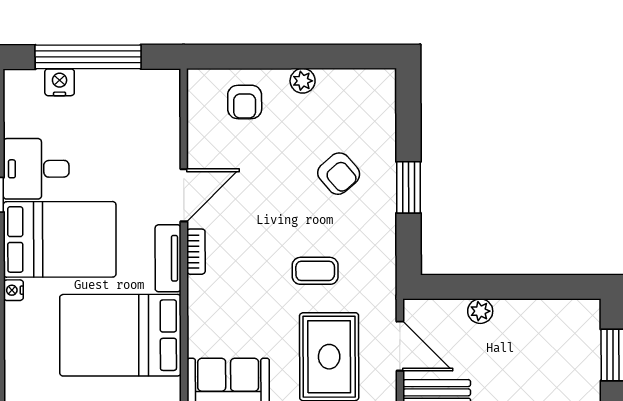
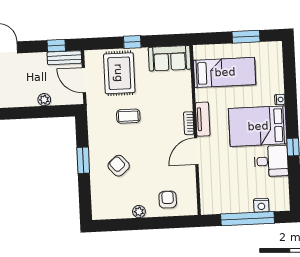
bed: (120, 335) -> (225, 72), width x0.67

